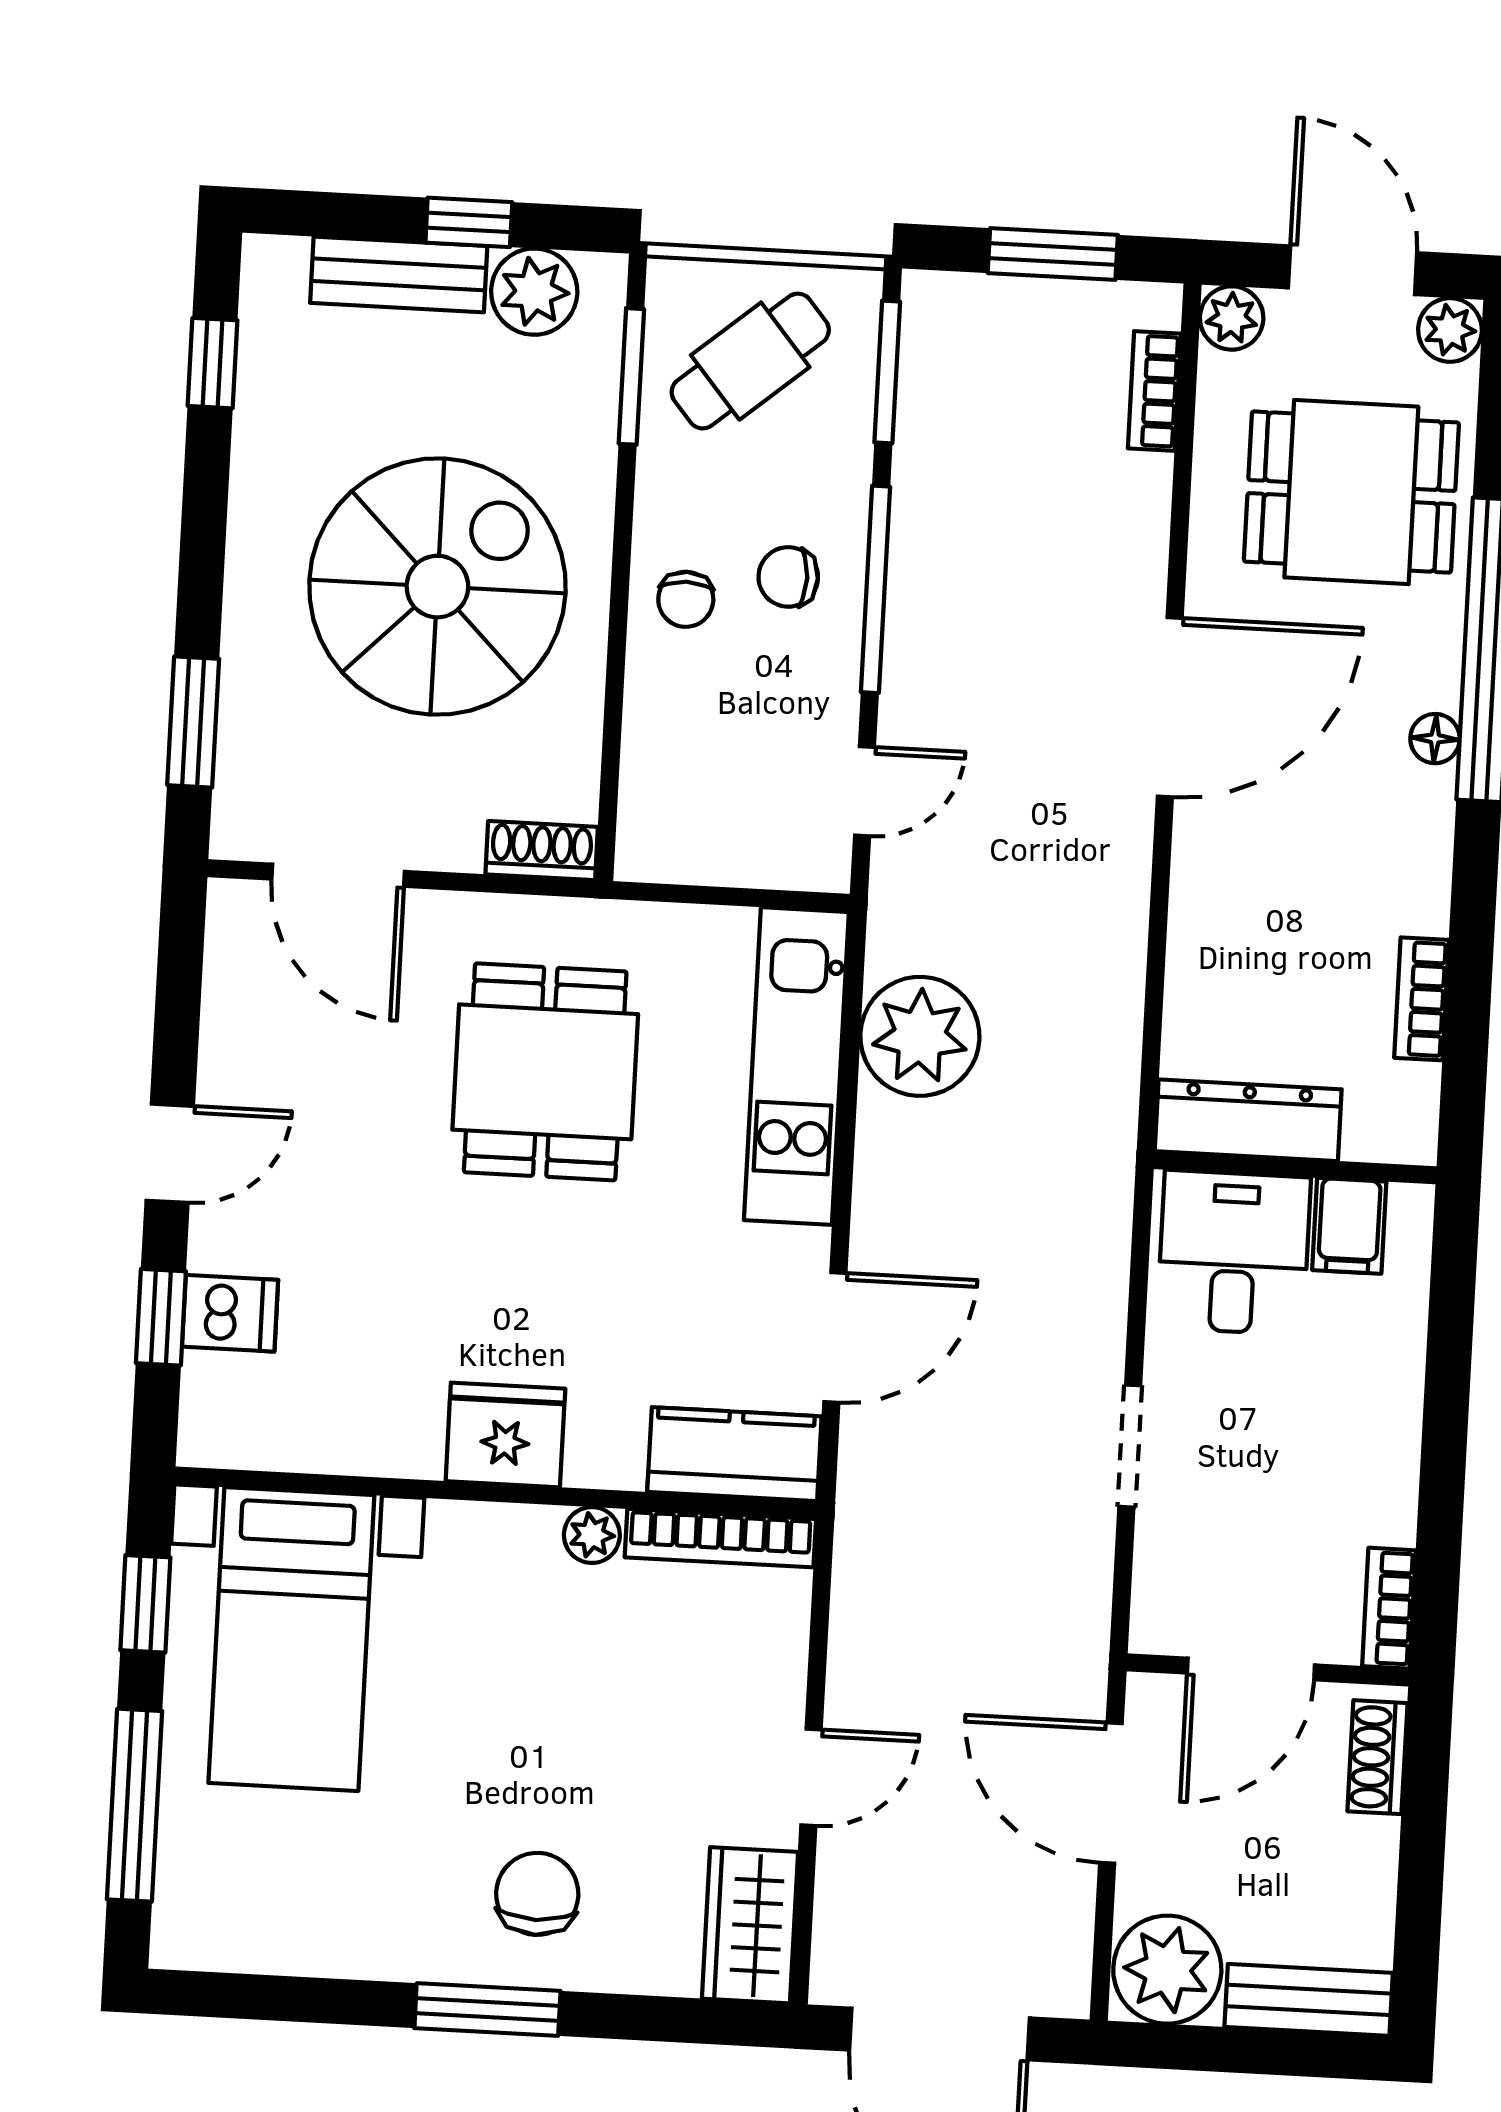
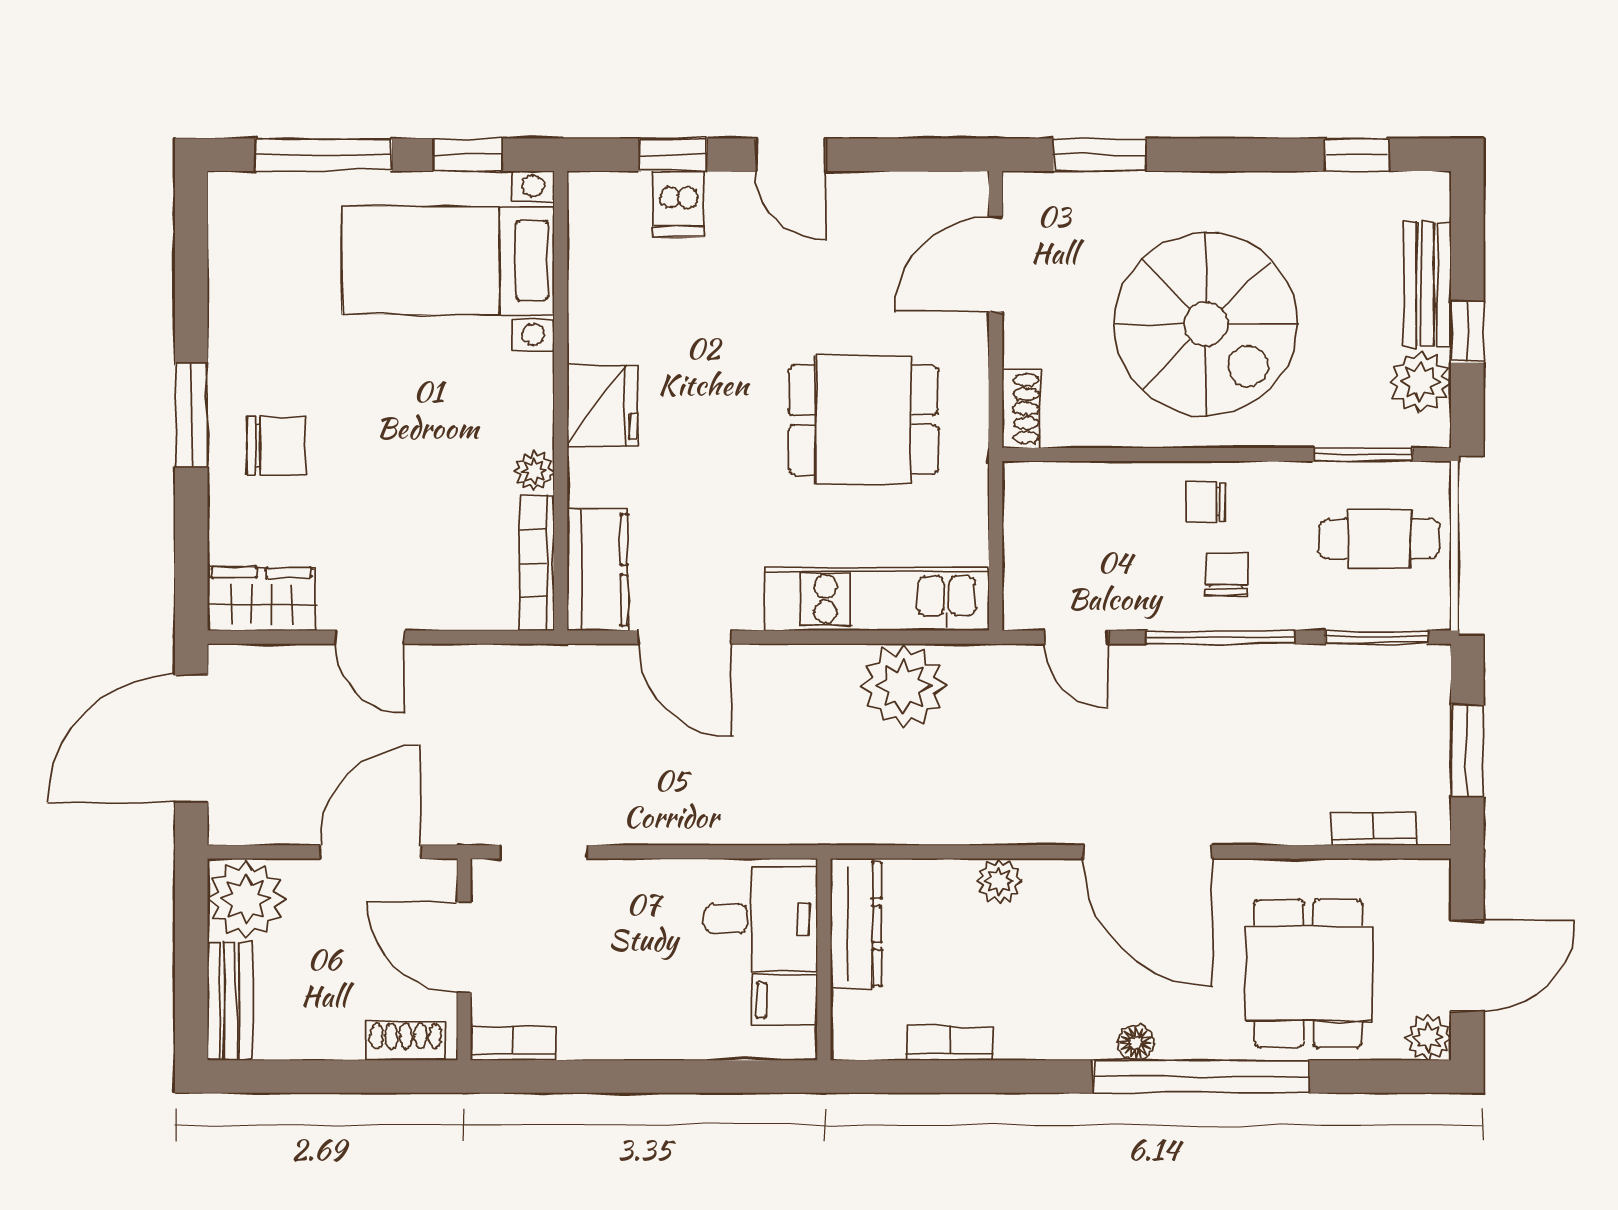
plant: (1232, 318) -> (999, 881), moved
cafe table: (750, 361) -> (1379, 539), turned -50
doorway: (1130, 1446) -> (544, 852), moved

